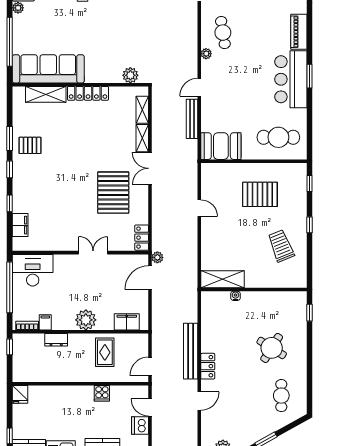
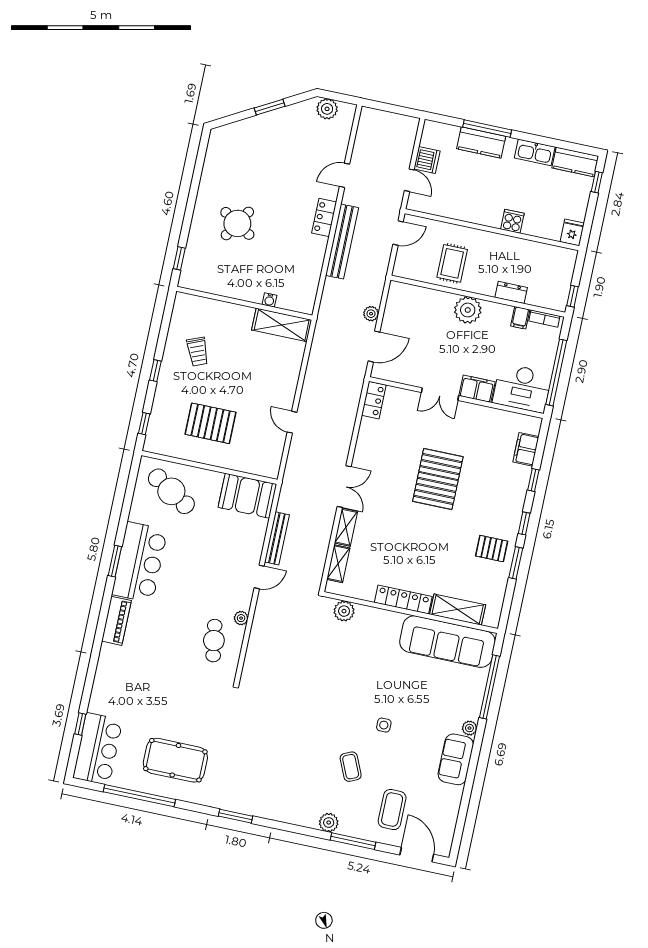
cafe table: (278, 137) -> (171, 491), turned 32
pallet: (113, 193) -> (438, 479), moved
trolley: (281, 246) -> (198, 352), width x0.73, depth x0.72
plant: (157, 257) -> (371, 314), moved
filing cabinet: (127, 322) -> (477, 389), moved, turned 180
cooker: (102, 393) -> (512, 221), moved
cafe table: (281, 396) -> (238, 160), removed

